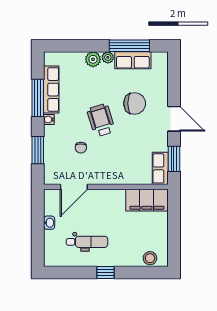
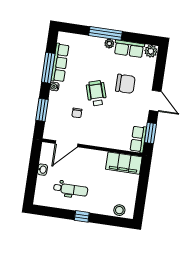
window: (129, 46) -> (105, 33), moved
plant: (93, 59) -> (151, 51), moved

